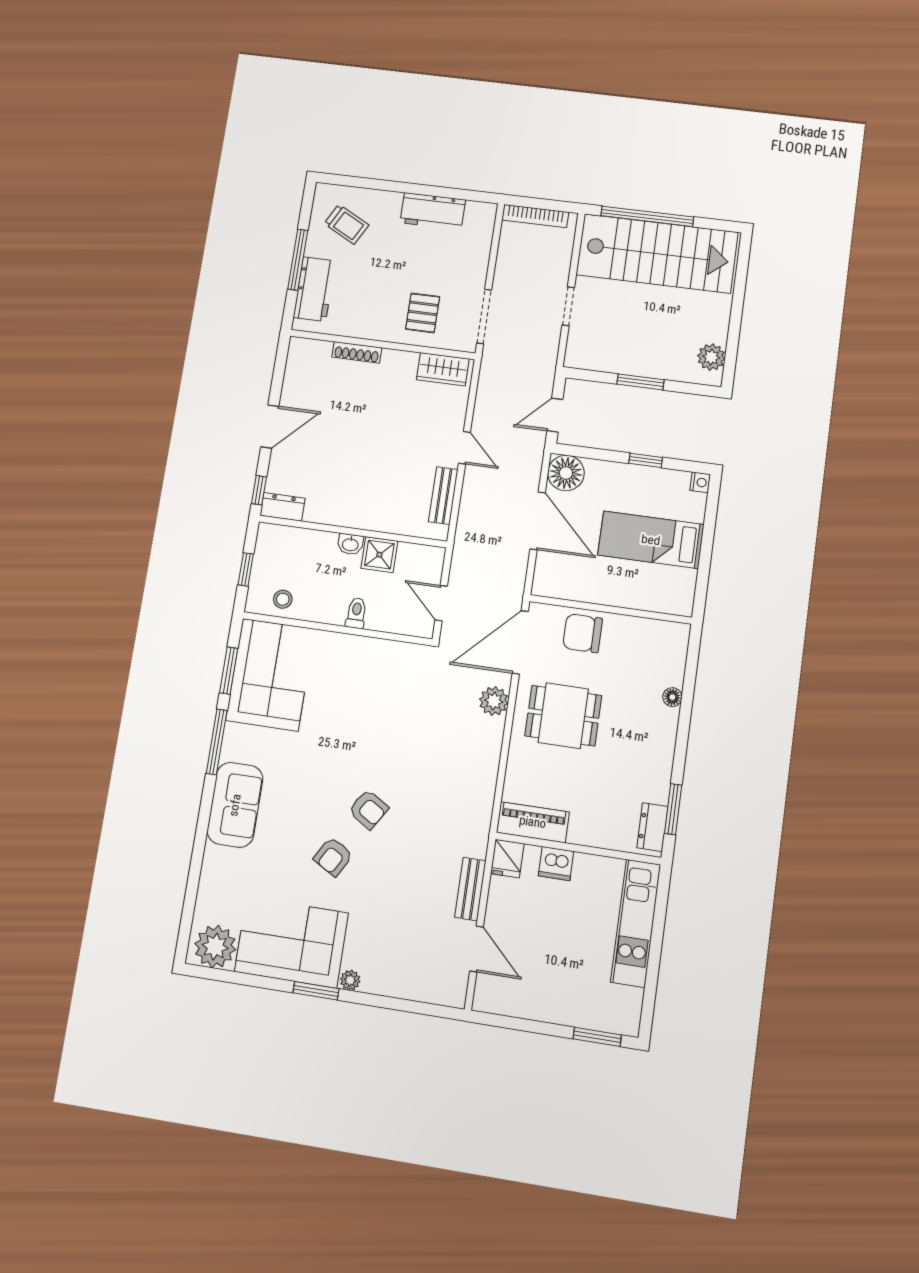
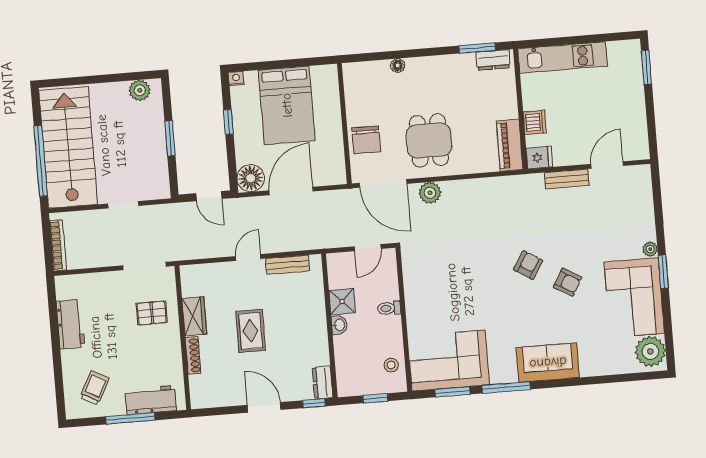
wardrobe: (443, 369) -> (194, 316), moved
rug: (370, 431) -> (251, 331), added
bed: (651, 540) -> (287, 105), width x1.50

